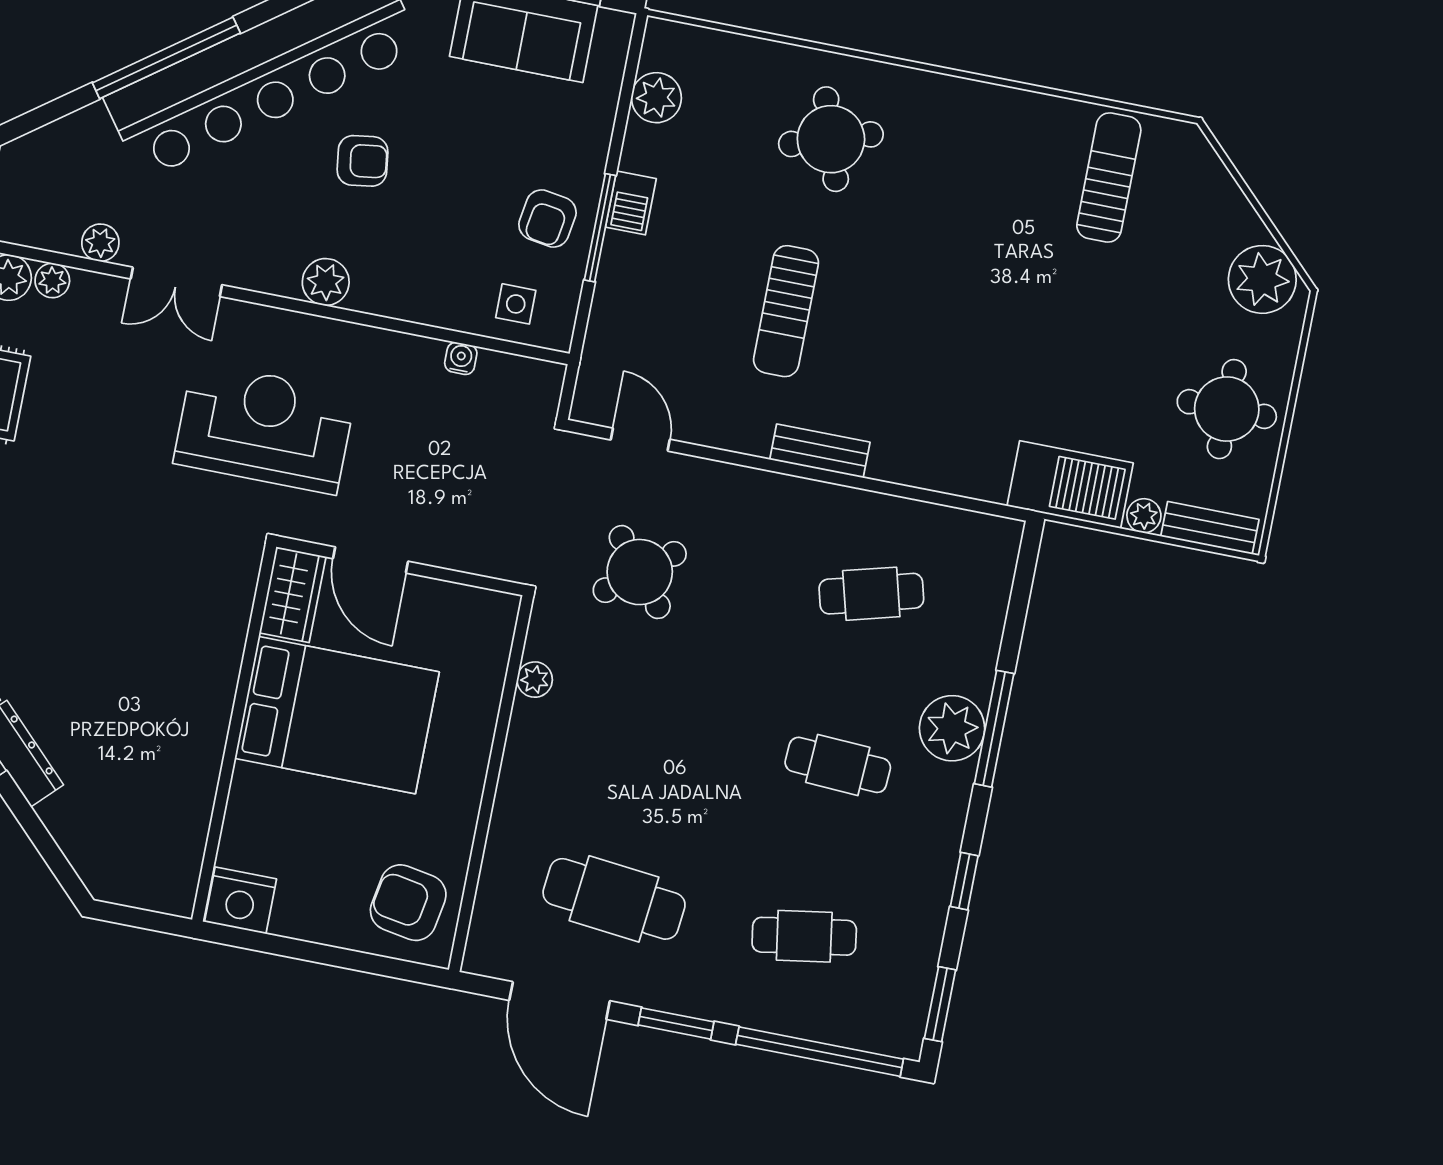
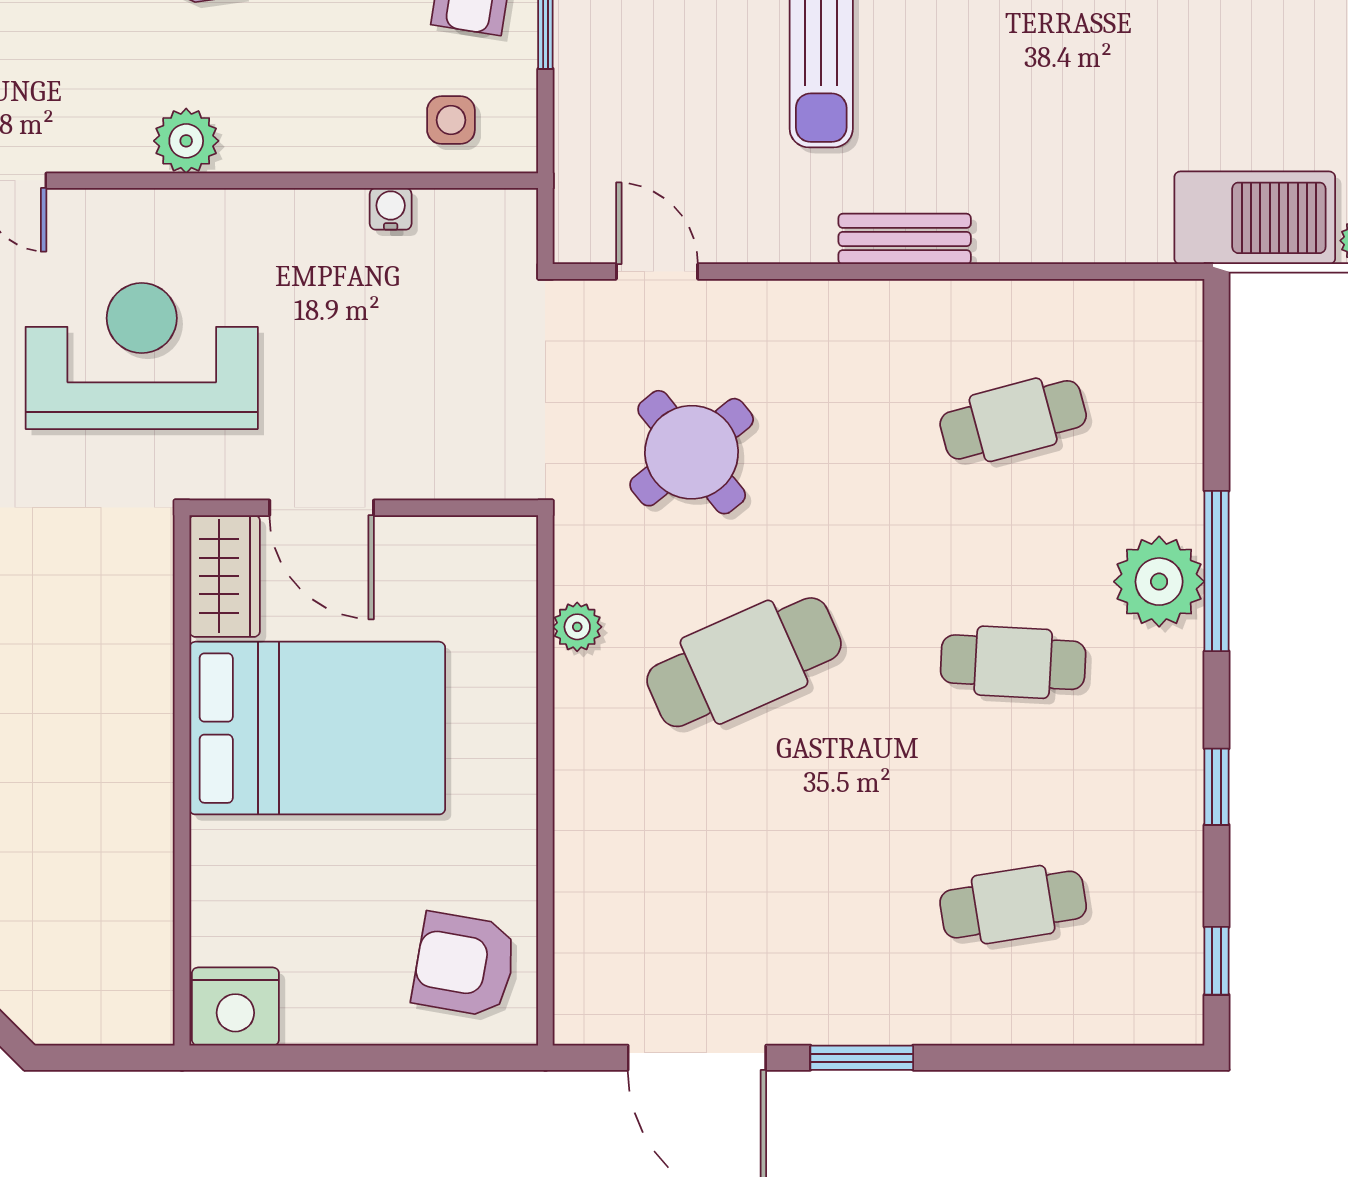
cafe table: (614, 899) -> (744, 662), moved, turned -30
window: (940, 1004) -> (1217, 961), width x0.67
window: (820, 1052) -> (1065, 1058), removed

